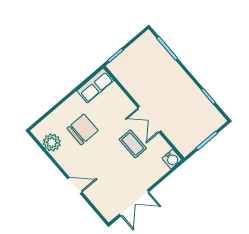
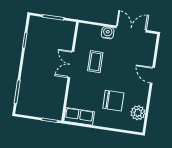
double door: (149, 119) -> (71, 65), swing flipped
chair: (83, 130) -> (113, 101), turned 180
water cooler: (172, 159) -> (108, 33), moved

